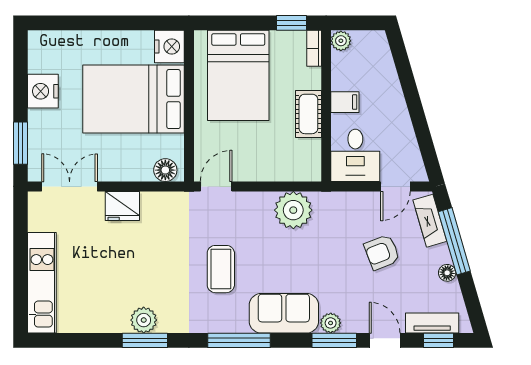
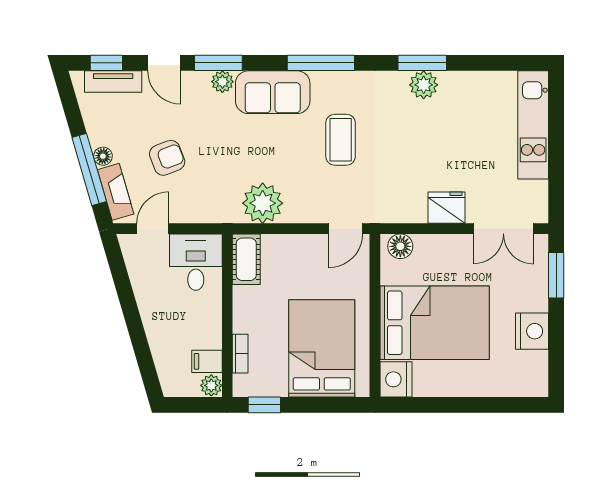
bookcase: (314, 48) -> (240, 354), moved
filing cabinet: (345, 102) -> (207, 361), moved
cot: (308, 114) -> (246, 259), moved
floor lamp: (447, 273) -> (103, 156), moved

